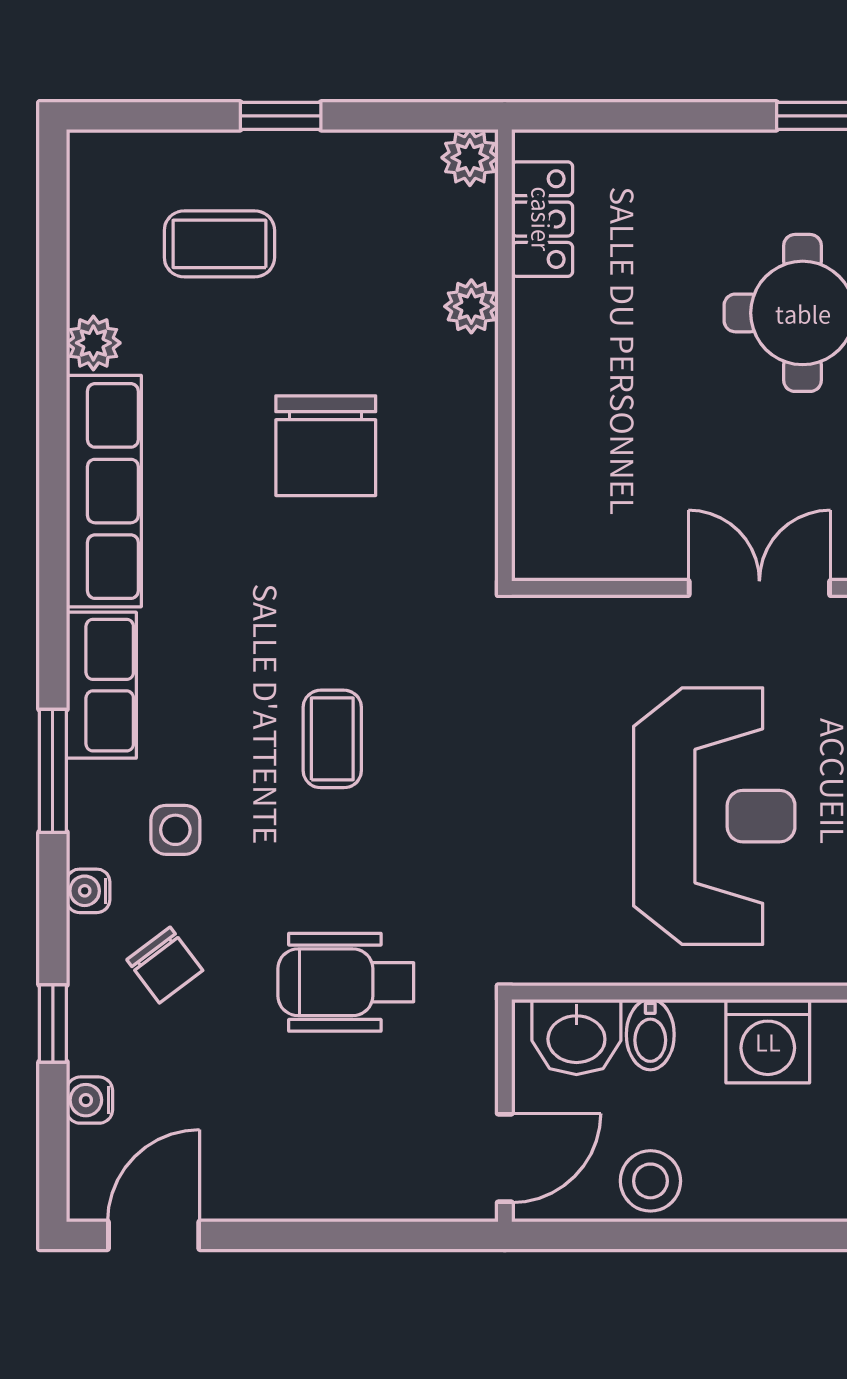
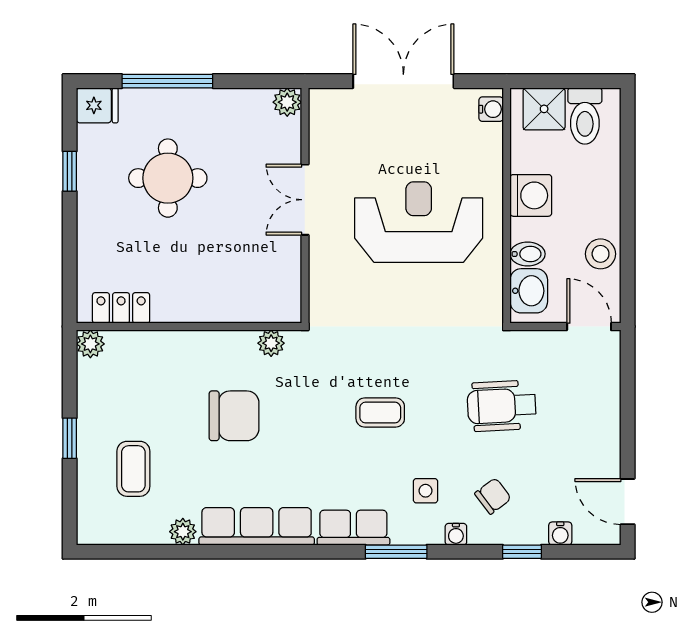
plant: (471, 306) -> (271, 343), moved
wheelchair: (346, 982) -> (501, 406), turned 87

